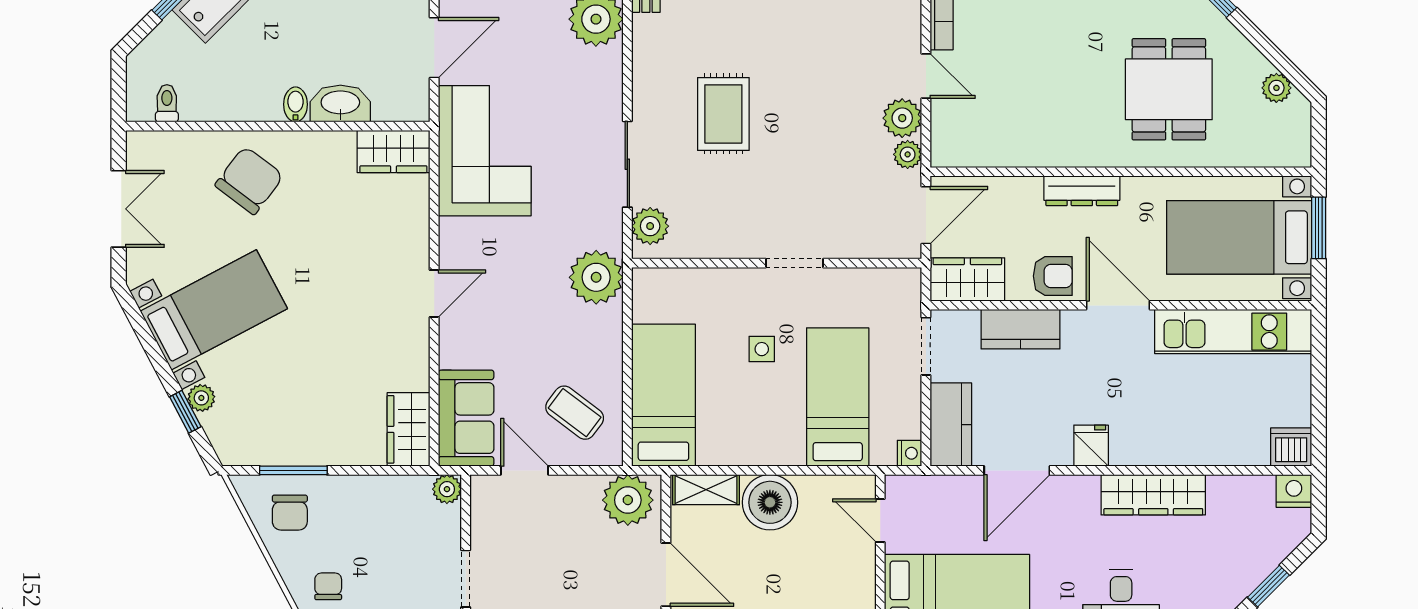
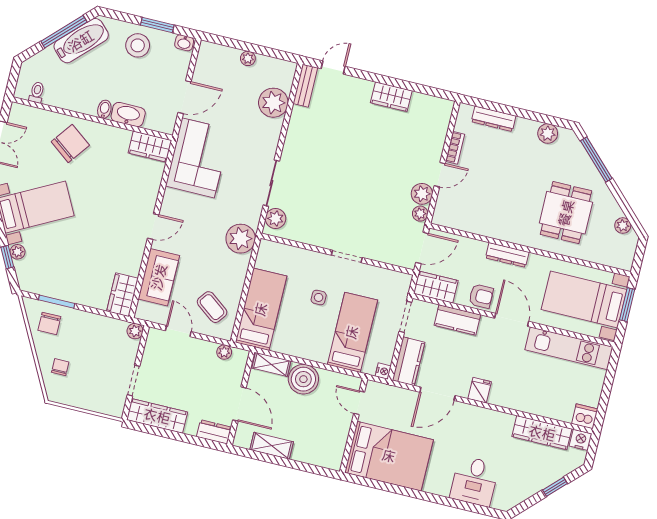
door: (926, 76) -> (440, 175), hinge flipped
rug: (723, 114) -> (328, 169), removed
sofa: (466, 418) -> (159, 277), moved
wardrobe: (1153, 495) -> (542, 433), moved
plant: (628, 500) -> (224, 352), width x0.53, depth x0.53

